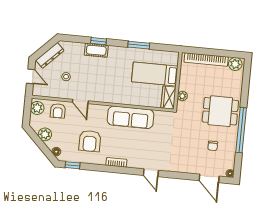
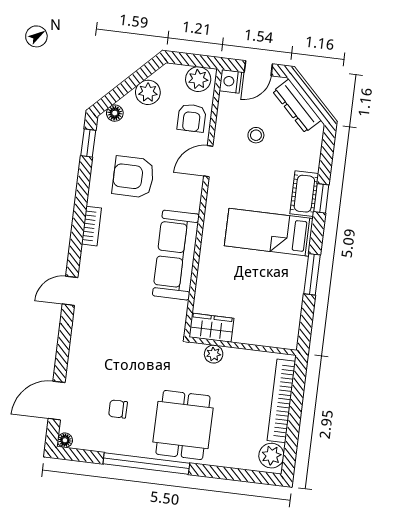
bed: (155, 74) -> (269, 232), moved, turned -90
nightstand: (38, 91) -> (230, 81), added
armchair: (58, 111) -> (192, 118), turned -90

